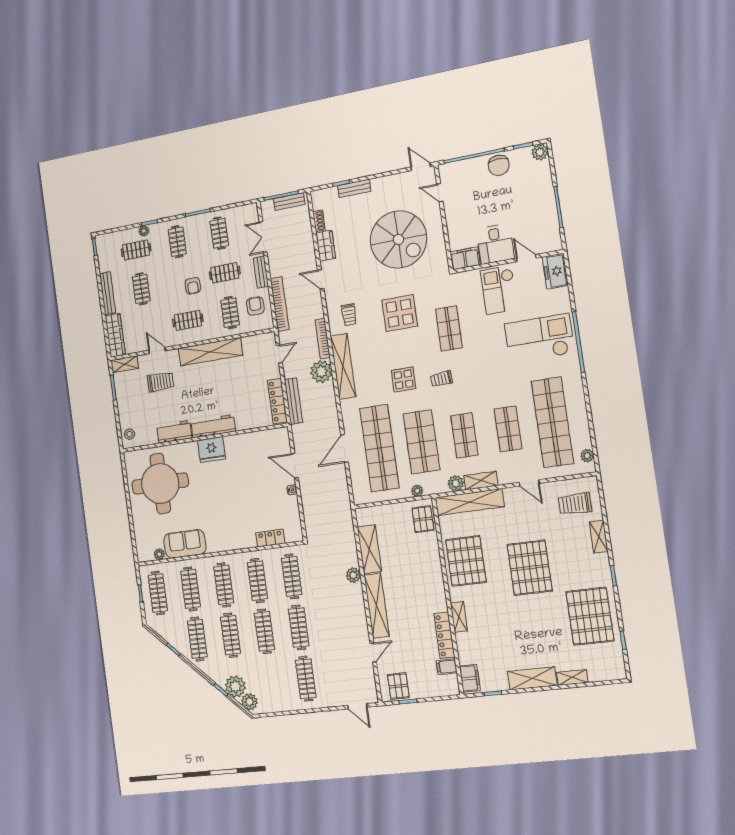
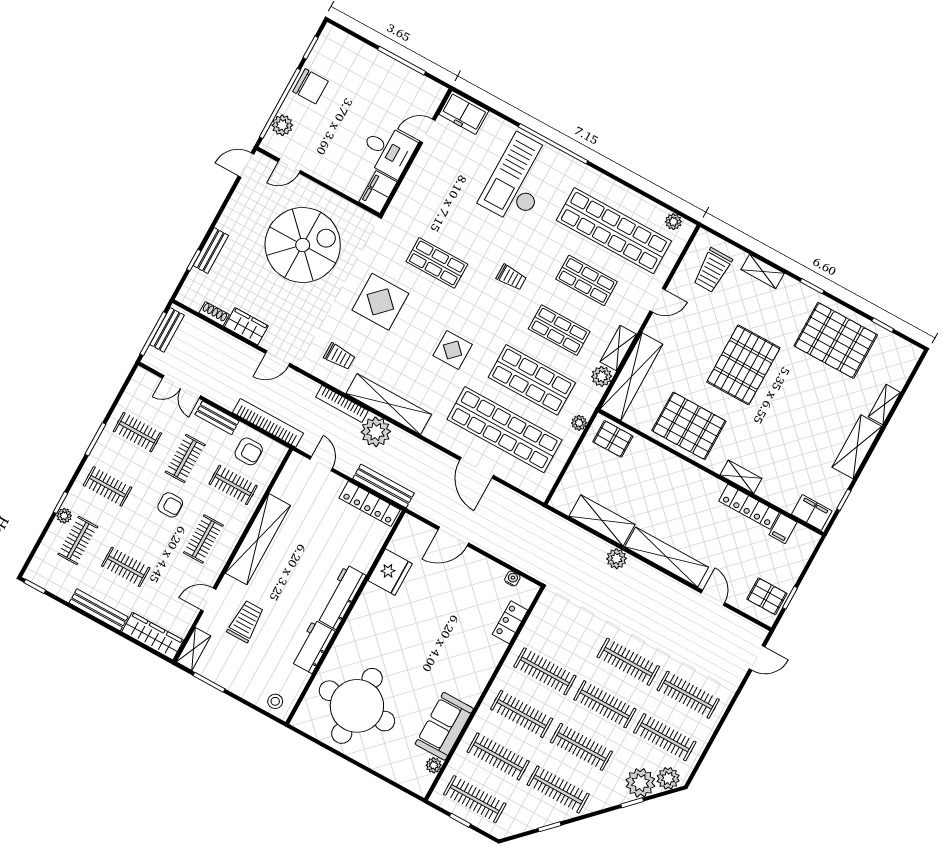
plant: (540, 152) -> (282, 125), moved
checkout: (499, 290) -> (438, 182), removed
armchair: (255, 306) -> (249, 451), turned 180
trolley: (441, 379) -> (511, 277), moved, turned -85
fridge: (211, 450) -> (390, 572), moved
water cooler: (292, 490) -> (512, 579), moved
pallet: (530, 568) -> (743, 365), turned 90
clothes rail: (292, 576) -> (665, 737), moved

